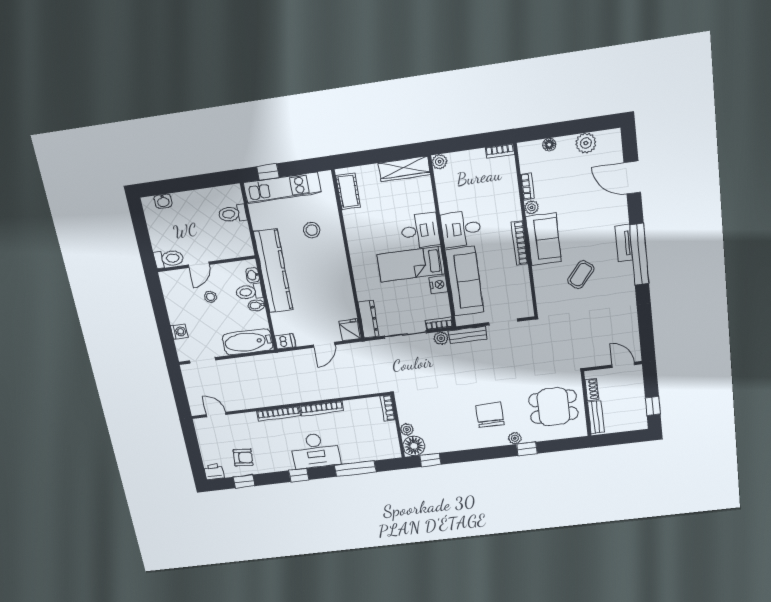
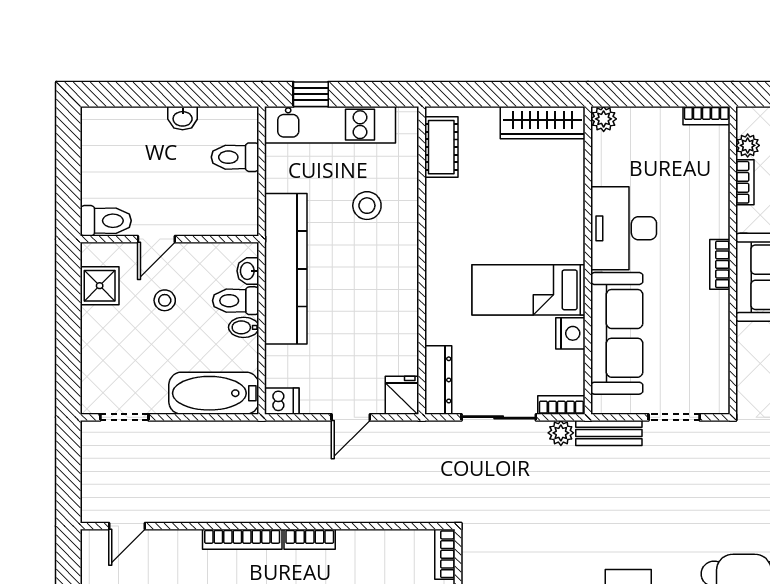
washbasin: (163, 201) -> (183, 118), moved
plant: (532, 207) -> (748, 145), moved
desk: (461, 229) -> (624, 228), width x1.37
desk: (420, 231) -> (553, 233), removed
bookcase: (520, 243) -> (720, 264), width x0.64
shower: (174, 294) -> (100, 286), added
washing machine: (179, 332) -> (94, 357), removed
bookcase: (322, 408) -> (310, 539), width x0.64
door: (216, 415) -> (127, 526), swing flipped

